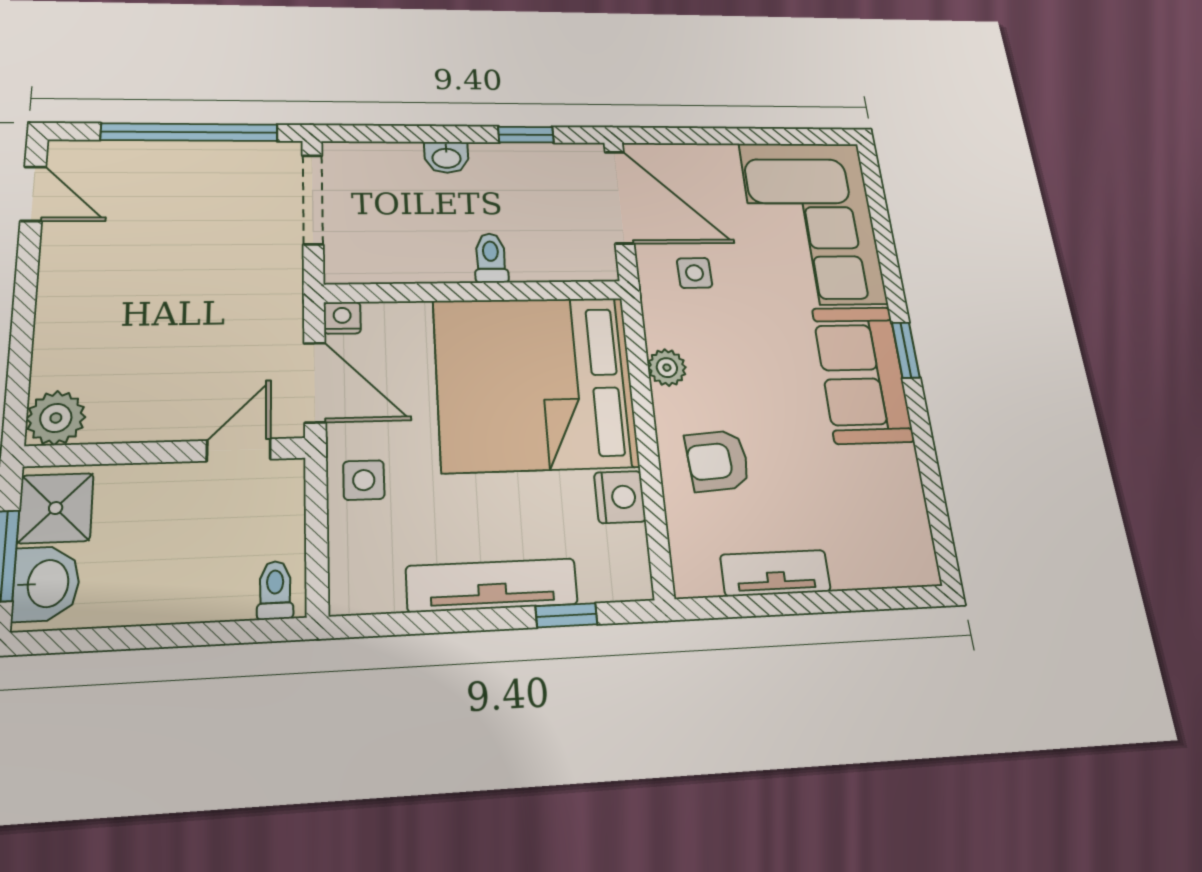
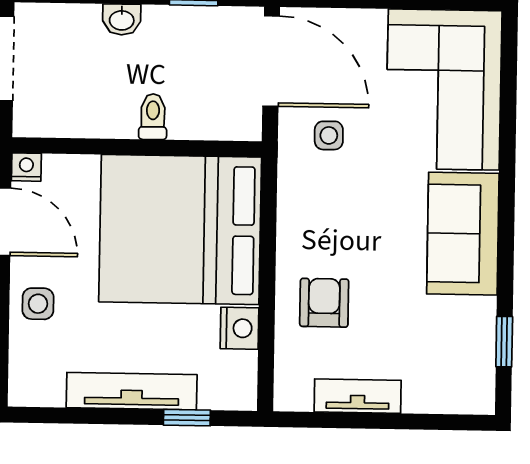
window: (906, 350) -> (504, 342), moved
plant: (667, 368) -> (293, 221), removed
armchair: (718, 461) -> (324, 303), turned 94

